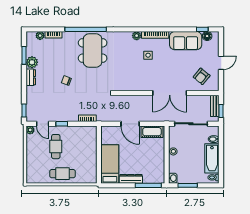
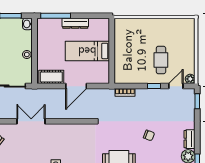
double door: (170, 93) -> (31, 121), width x0.73
door: (43, 124) -> (176, 86), hinge flipped
door: (130, 124) -> (76, 86), swing flipped
bed: (110, 164) -> (87, 51), moved, turned 90
cafe table: (62, 174) -> (153, 29), removed

